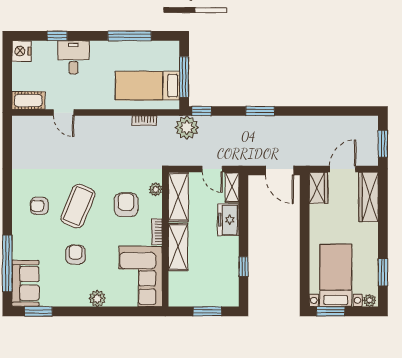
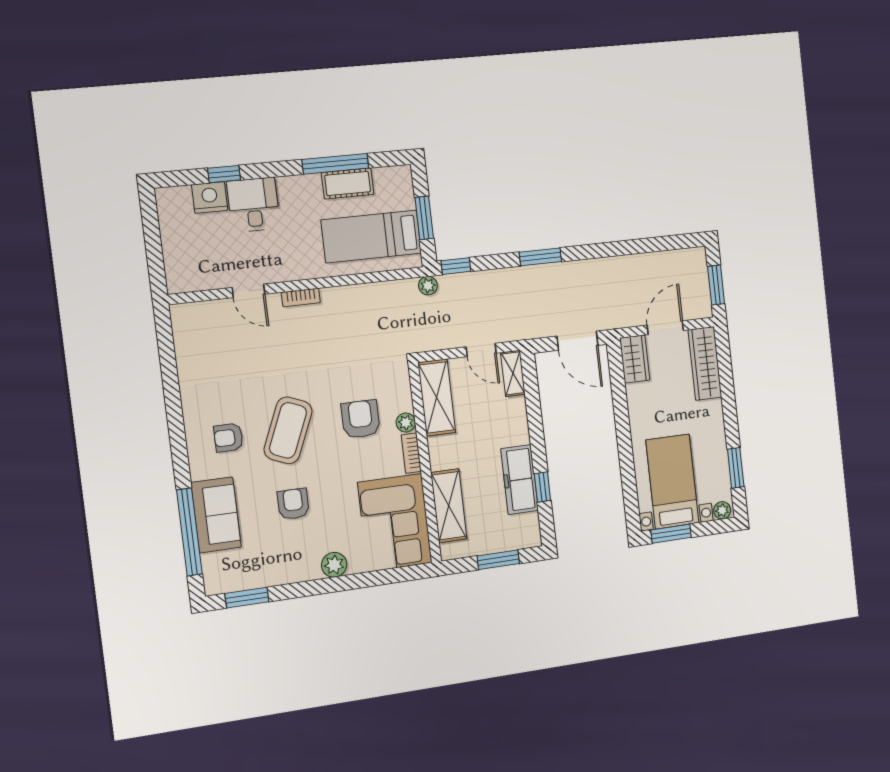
nightstand: (21, 51) -> (210, 197), moved, turned 90
window: (184, 77) -> (424, 218), width x0.69
cot: (28, 101) -> (348, 184), moved
bookcase: (144, 121) -> (301, 297), moved
plant: (187, 127) -> (428, 286), width x0.53, depth x0.53
plant: (156, 189) -> (406, 423), moved
freezer: (228, 220) -> (520, 480), moved, width x1.40
shelving: (178, 247) -> (449, 506), moved
sofa: (25, 283) -> (216, 515), moved

